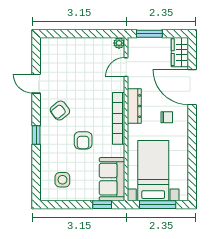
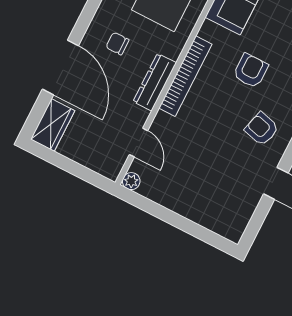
window: (149, 34) -> (82, 172), removed
door: (126, 67) -> (139, 143), hinge flipped
armchair: (60, 111) -> (262, 129), turned -127

